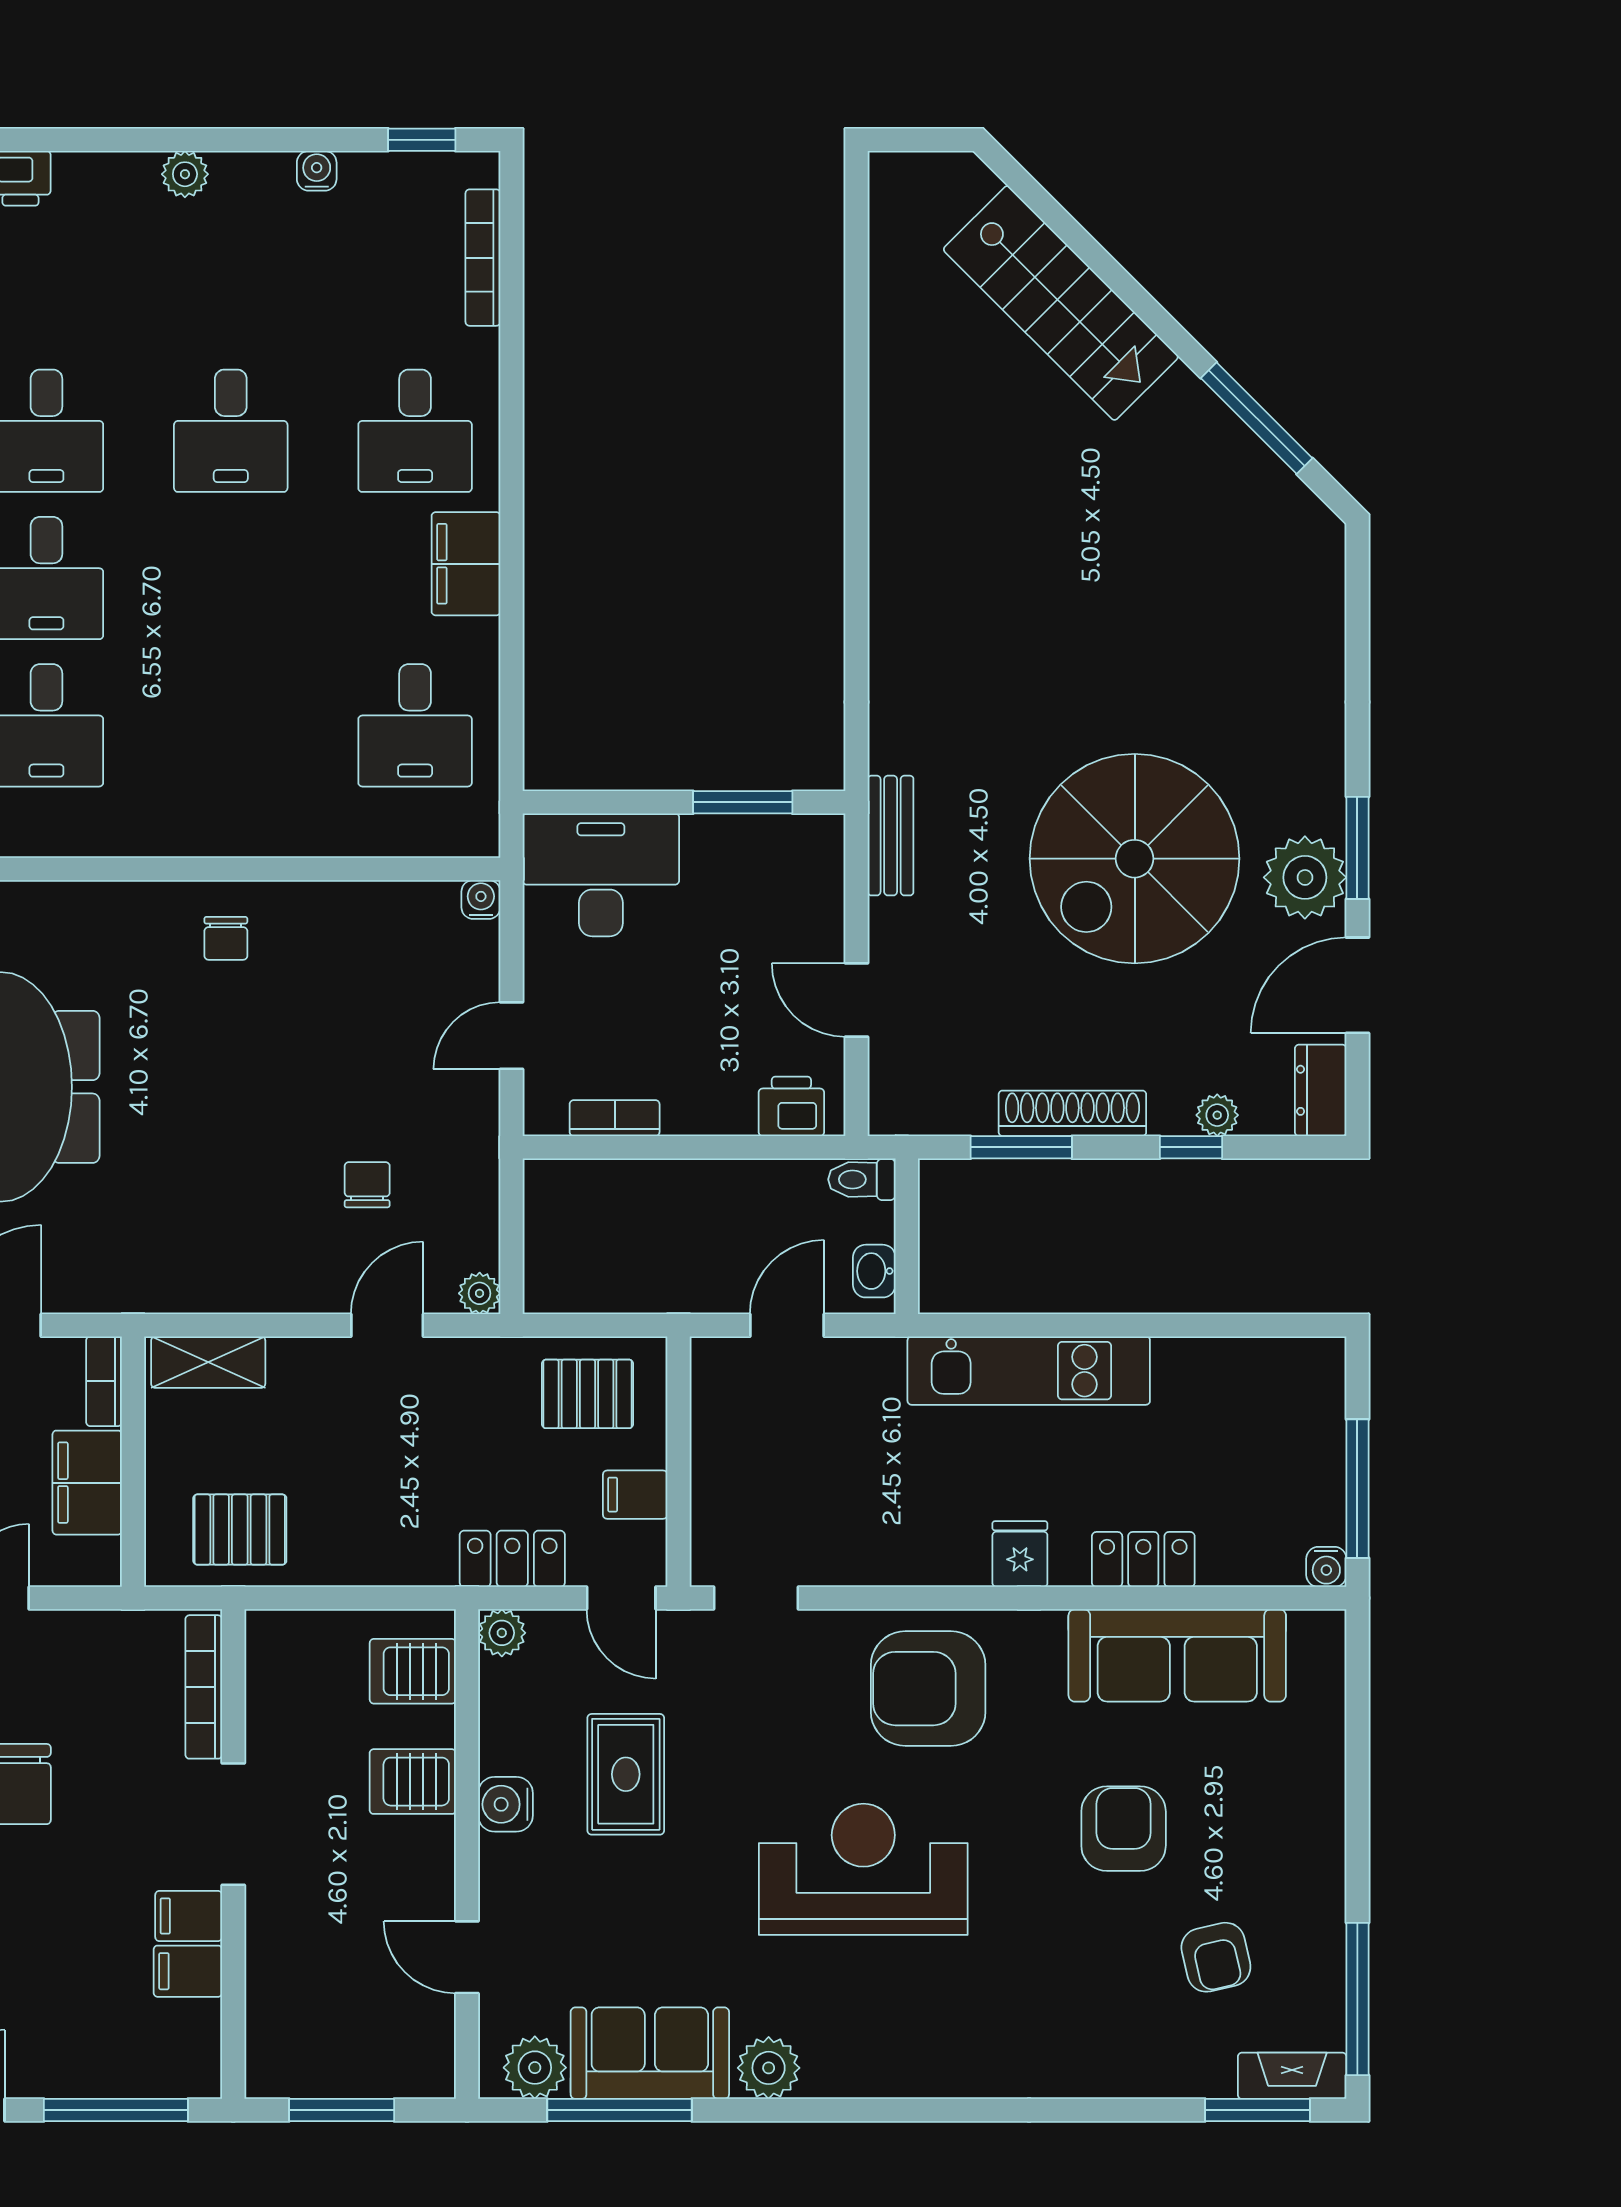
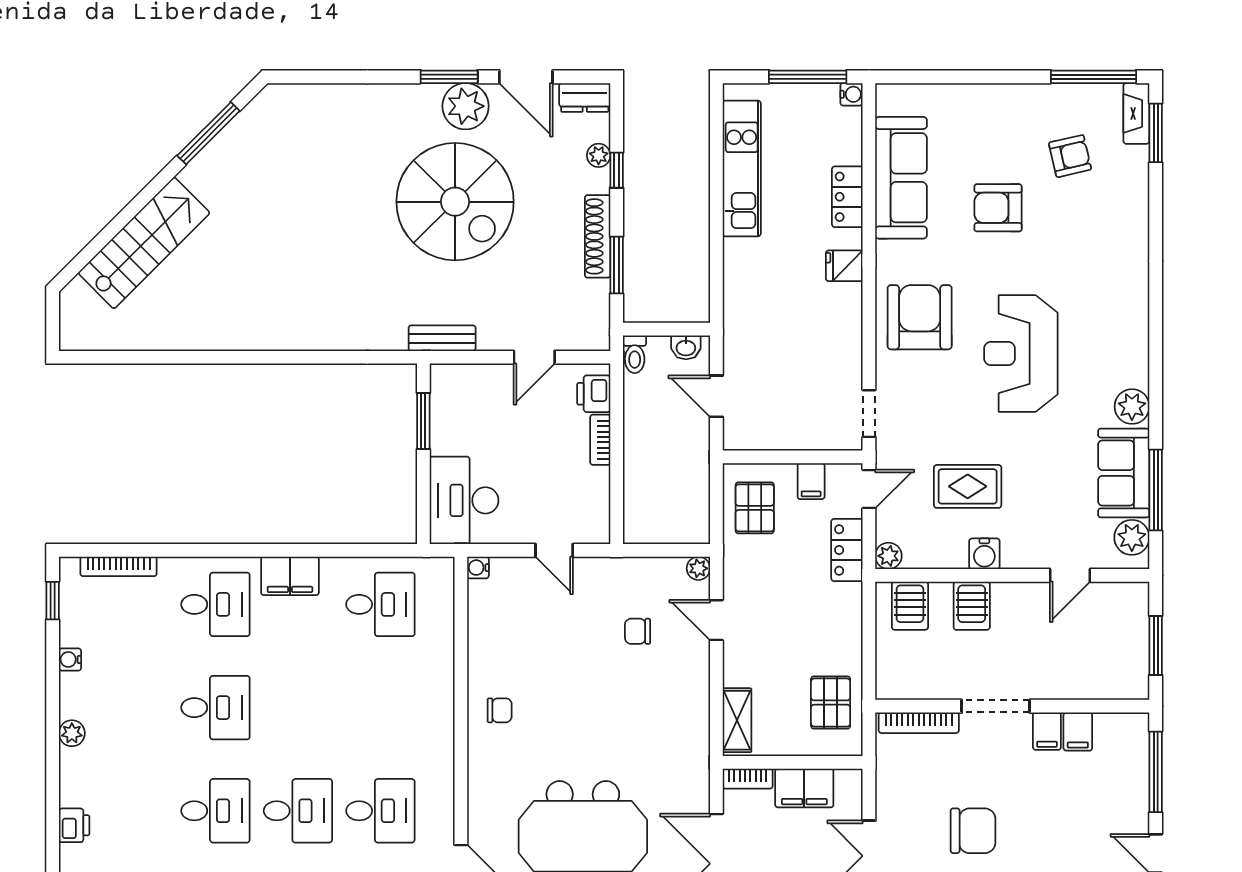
bookcase: (615, 1118) -> (600, 440), moved
kitchen unit: (1029, 1371) -> (742, 168), moved
armchair: (928, 1689) -> (920, 317), turned 180

